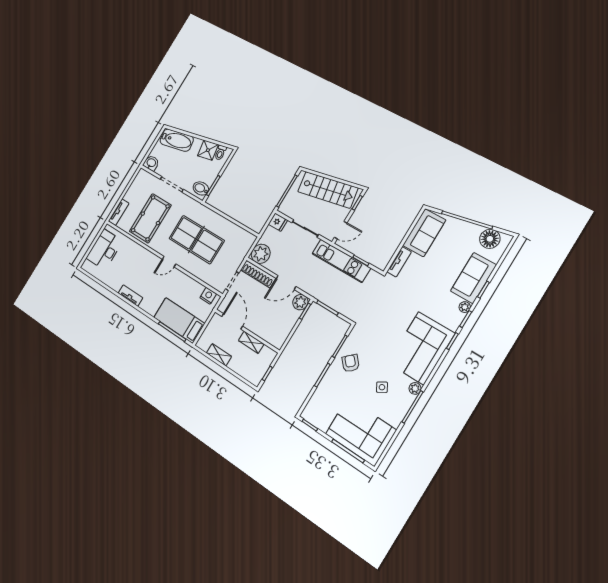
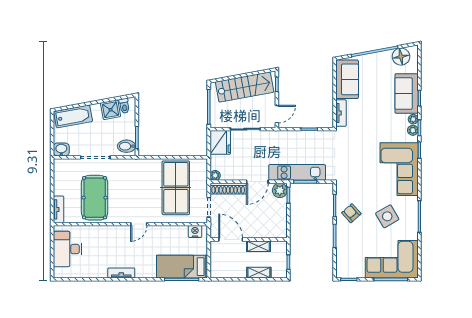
fridge: (278, 222) -> (220, 142), width x1.88, depth x1.34
table tennis table: (197, 240) -> (176, 188), moved, turned 90
plant: (261, 254) -> (215, 175), width x0.53, depth x0.53
kitchen unit: (341, 261) -> (297, 172), moved, turned 180
shelving: (219, 355) -> (259, 273), moved
side table: (382, 387) -> (387, 216), width x1.87, depth x1.87
plant: (415, 388) -> (413, 130), moved

